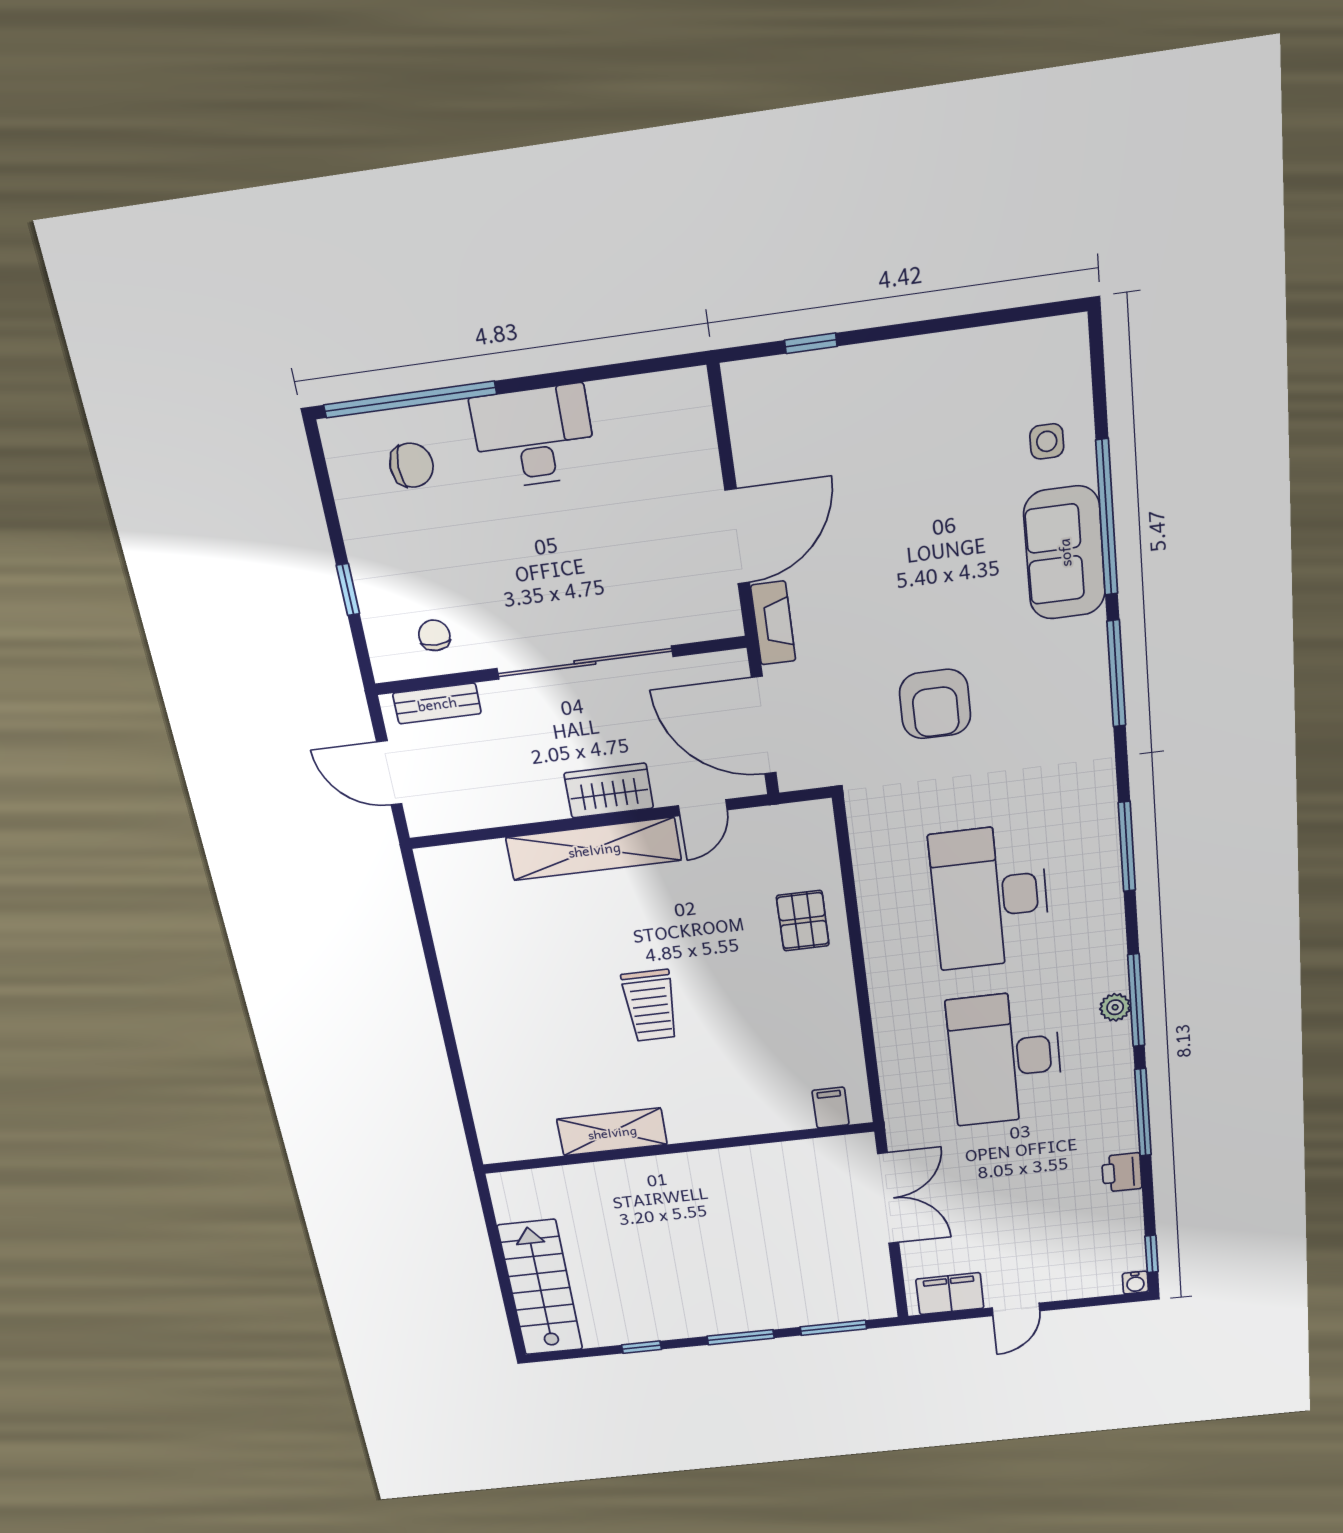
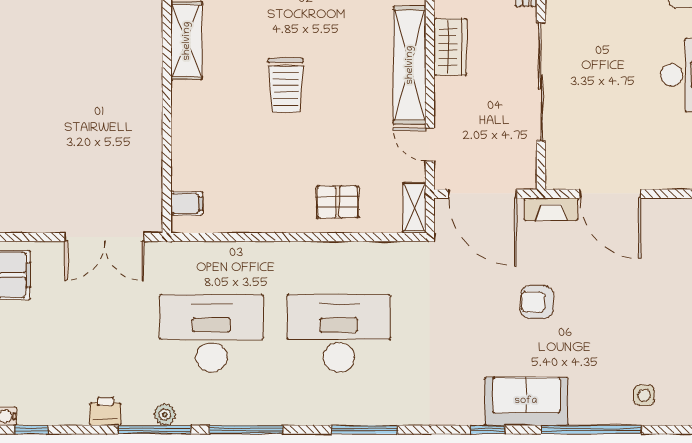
sofa: (1064, 553) -> (526, 401), moved
window: (1116, 674) -> (488, 430), width x0.46
armchair: (935, 704) -> (537, 302), moved, width x0.72, depth x0.72
door: (764, 725) -> (483, 194), swing flipped
wardrobe: (609, 791) -> (450, 47), moved
shelving: (797, 818) -> (414, 208), added
trolley: (650, 1006) -> (286, 85), turned -90
plant: (1115, 1007) -> (165, 415), moved

